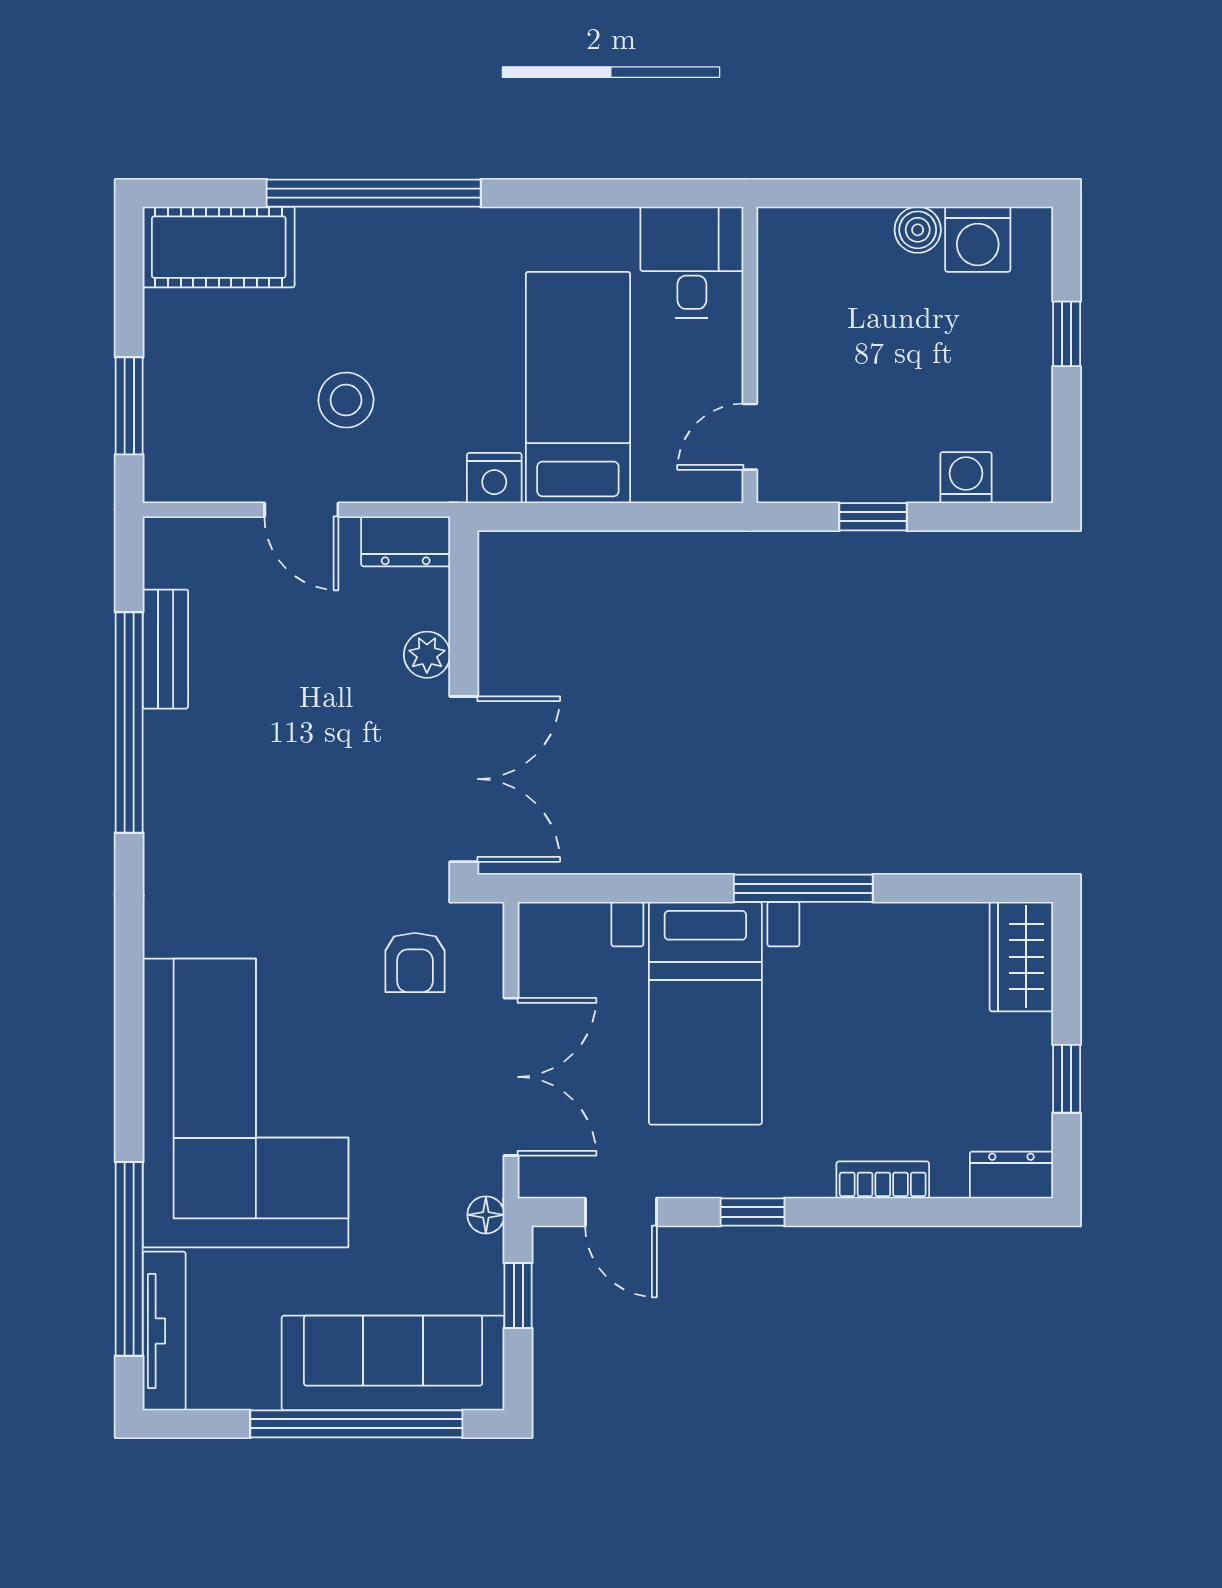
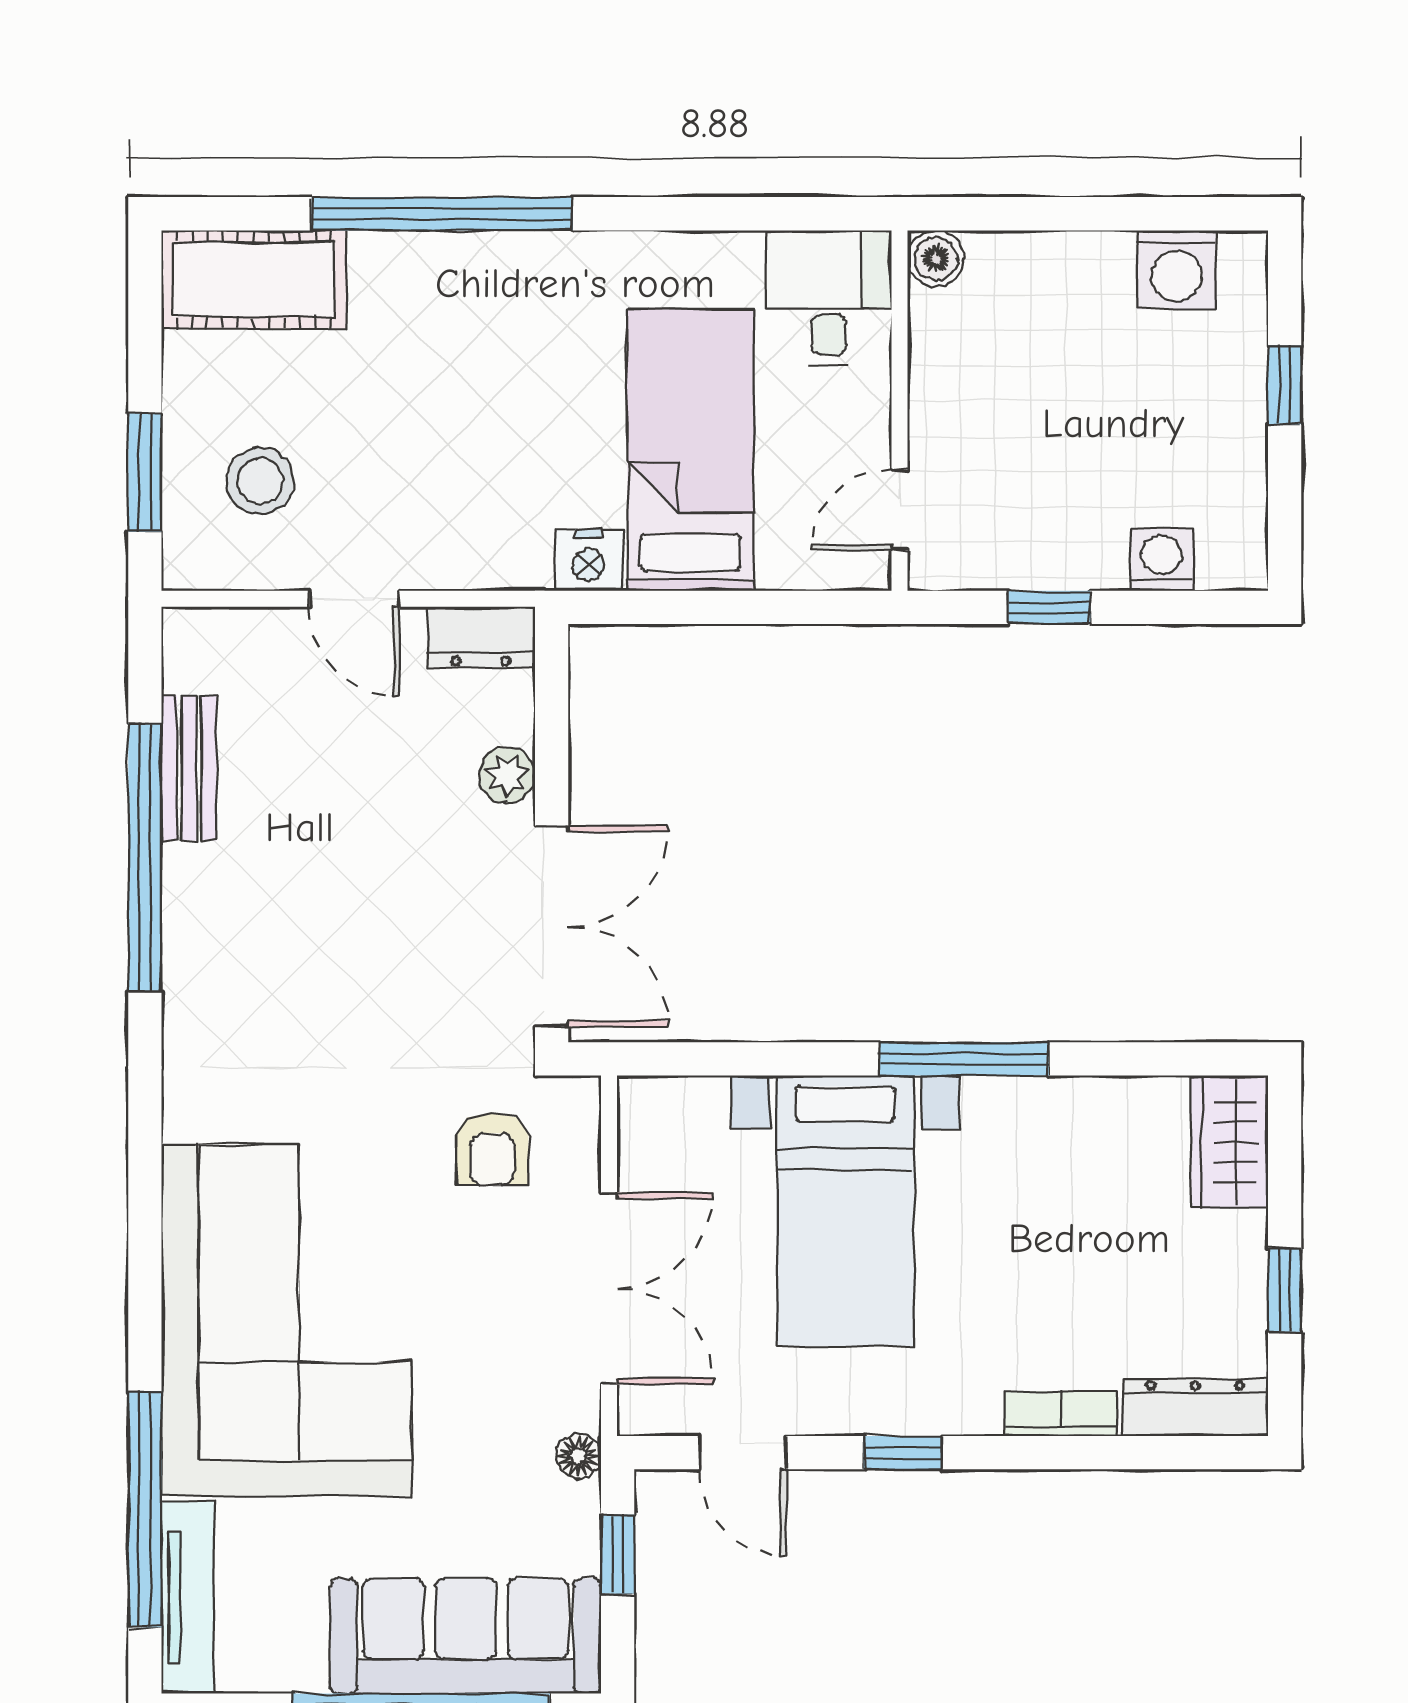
boiler: (918, 230) -> (936, 258), moved
stool: (346, 400) -> (260, 481), moved
dresser: (1011, 1175) -> (1195, 1408), width x1.44

